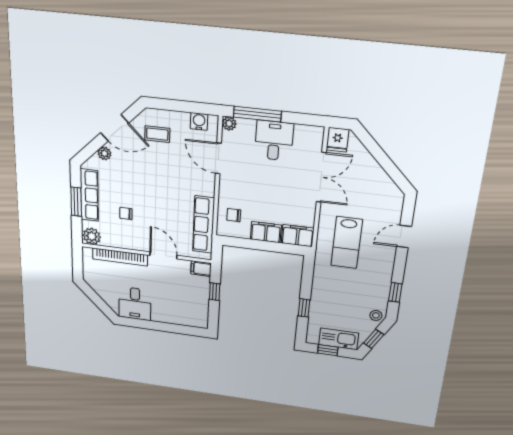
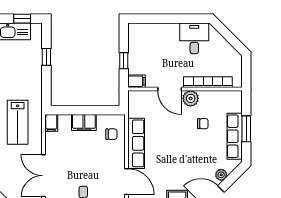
row of seats: (204, 225) -> (136, 143), moved
plant: (92, 236) -> (191, 98), moved
filing cabinet: (298, 236) -> (51, 123), width x0.50
lab bench: (347, 243) -> (18, 122), turned 180

